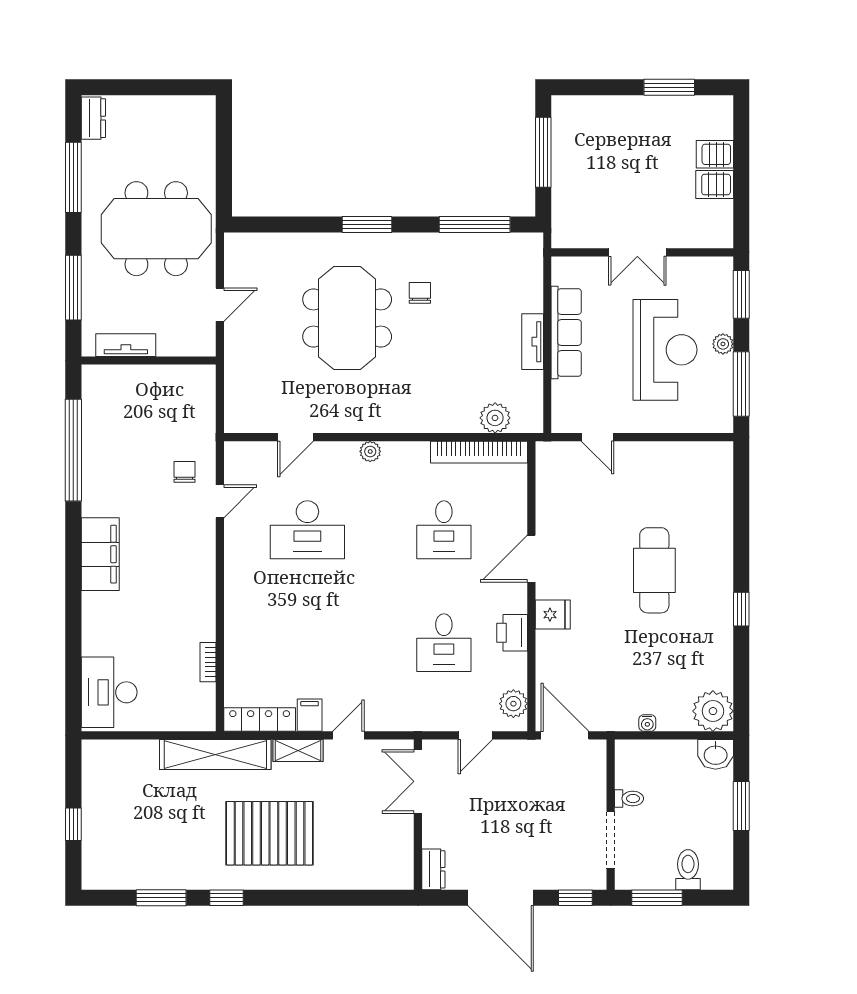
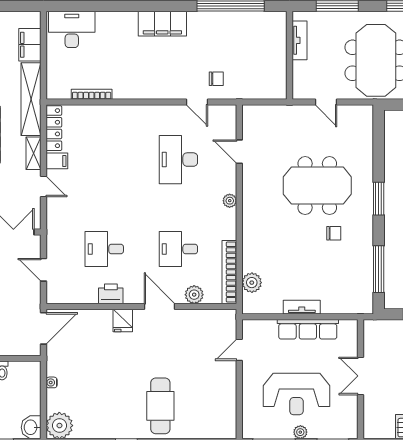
cafe table: (654, 570) -> (160, 406), moved, turned 90
bookcase: (208, 662) -> (92, 94), width x1.56
plant: (513, 704) -> (194, 295), moved
filing cabinet: (132, 756) -> (30, 45), added

